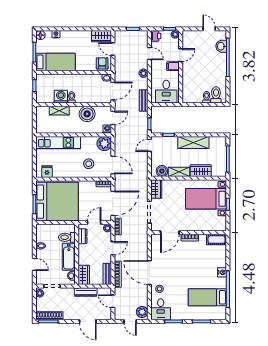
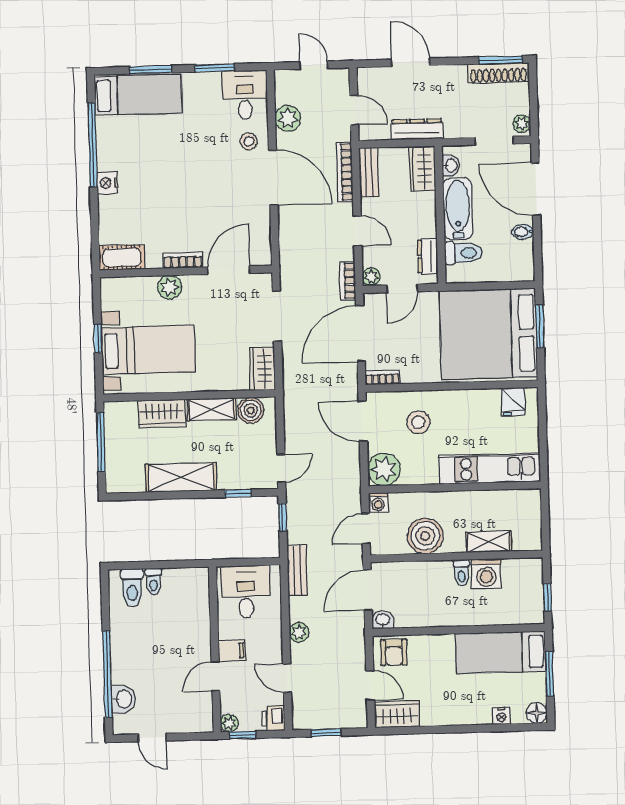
plant: (196, 226) -> (170, 287), added
door: (113, 248) -> (357, 231), swing flipped
door: (34, 264) -> (536, 189), width x1.88
bed: (207, 297) -> (138, 95), moved
plant: (142, 312) -> (288, 118), moved

